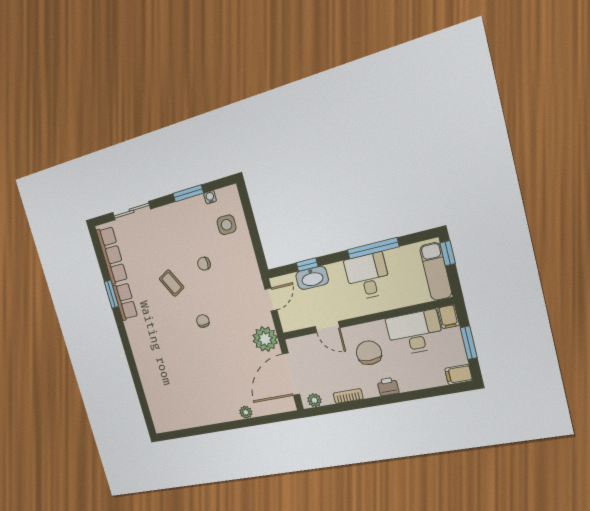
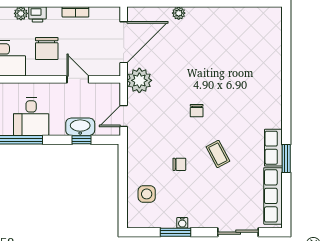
water cooler: (210, 197) -> (182, 223), moved
plant: (314, 400) -> (21, 13), moved

